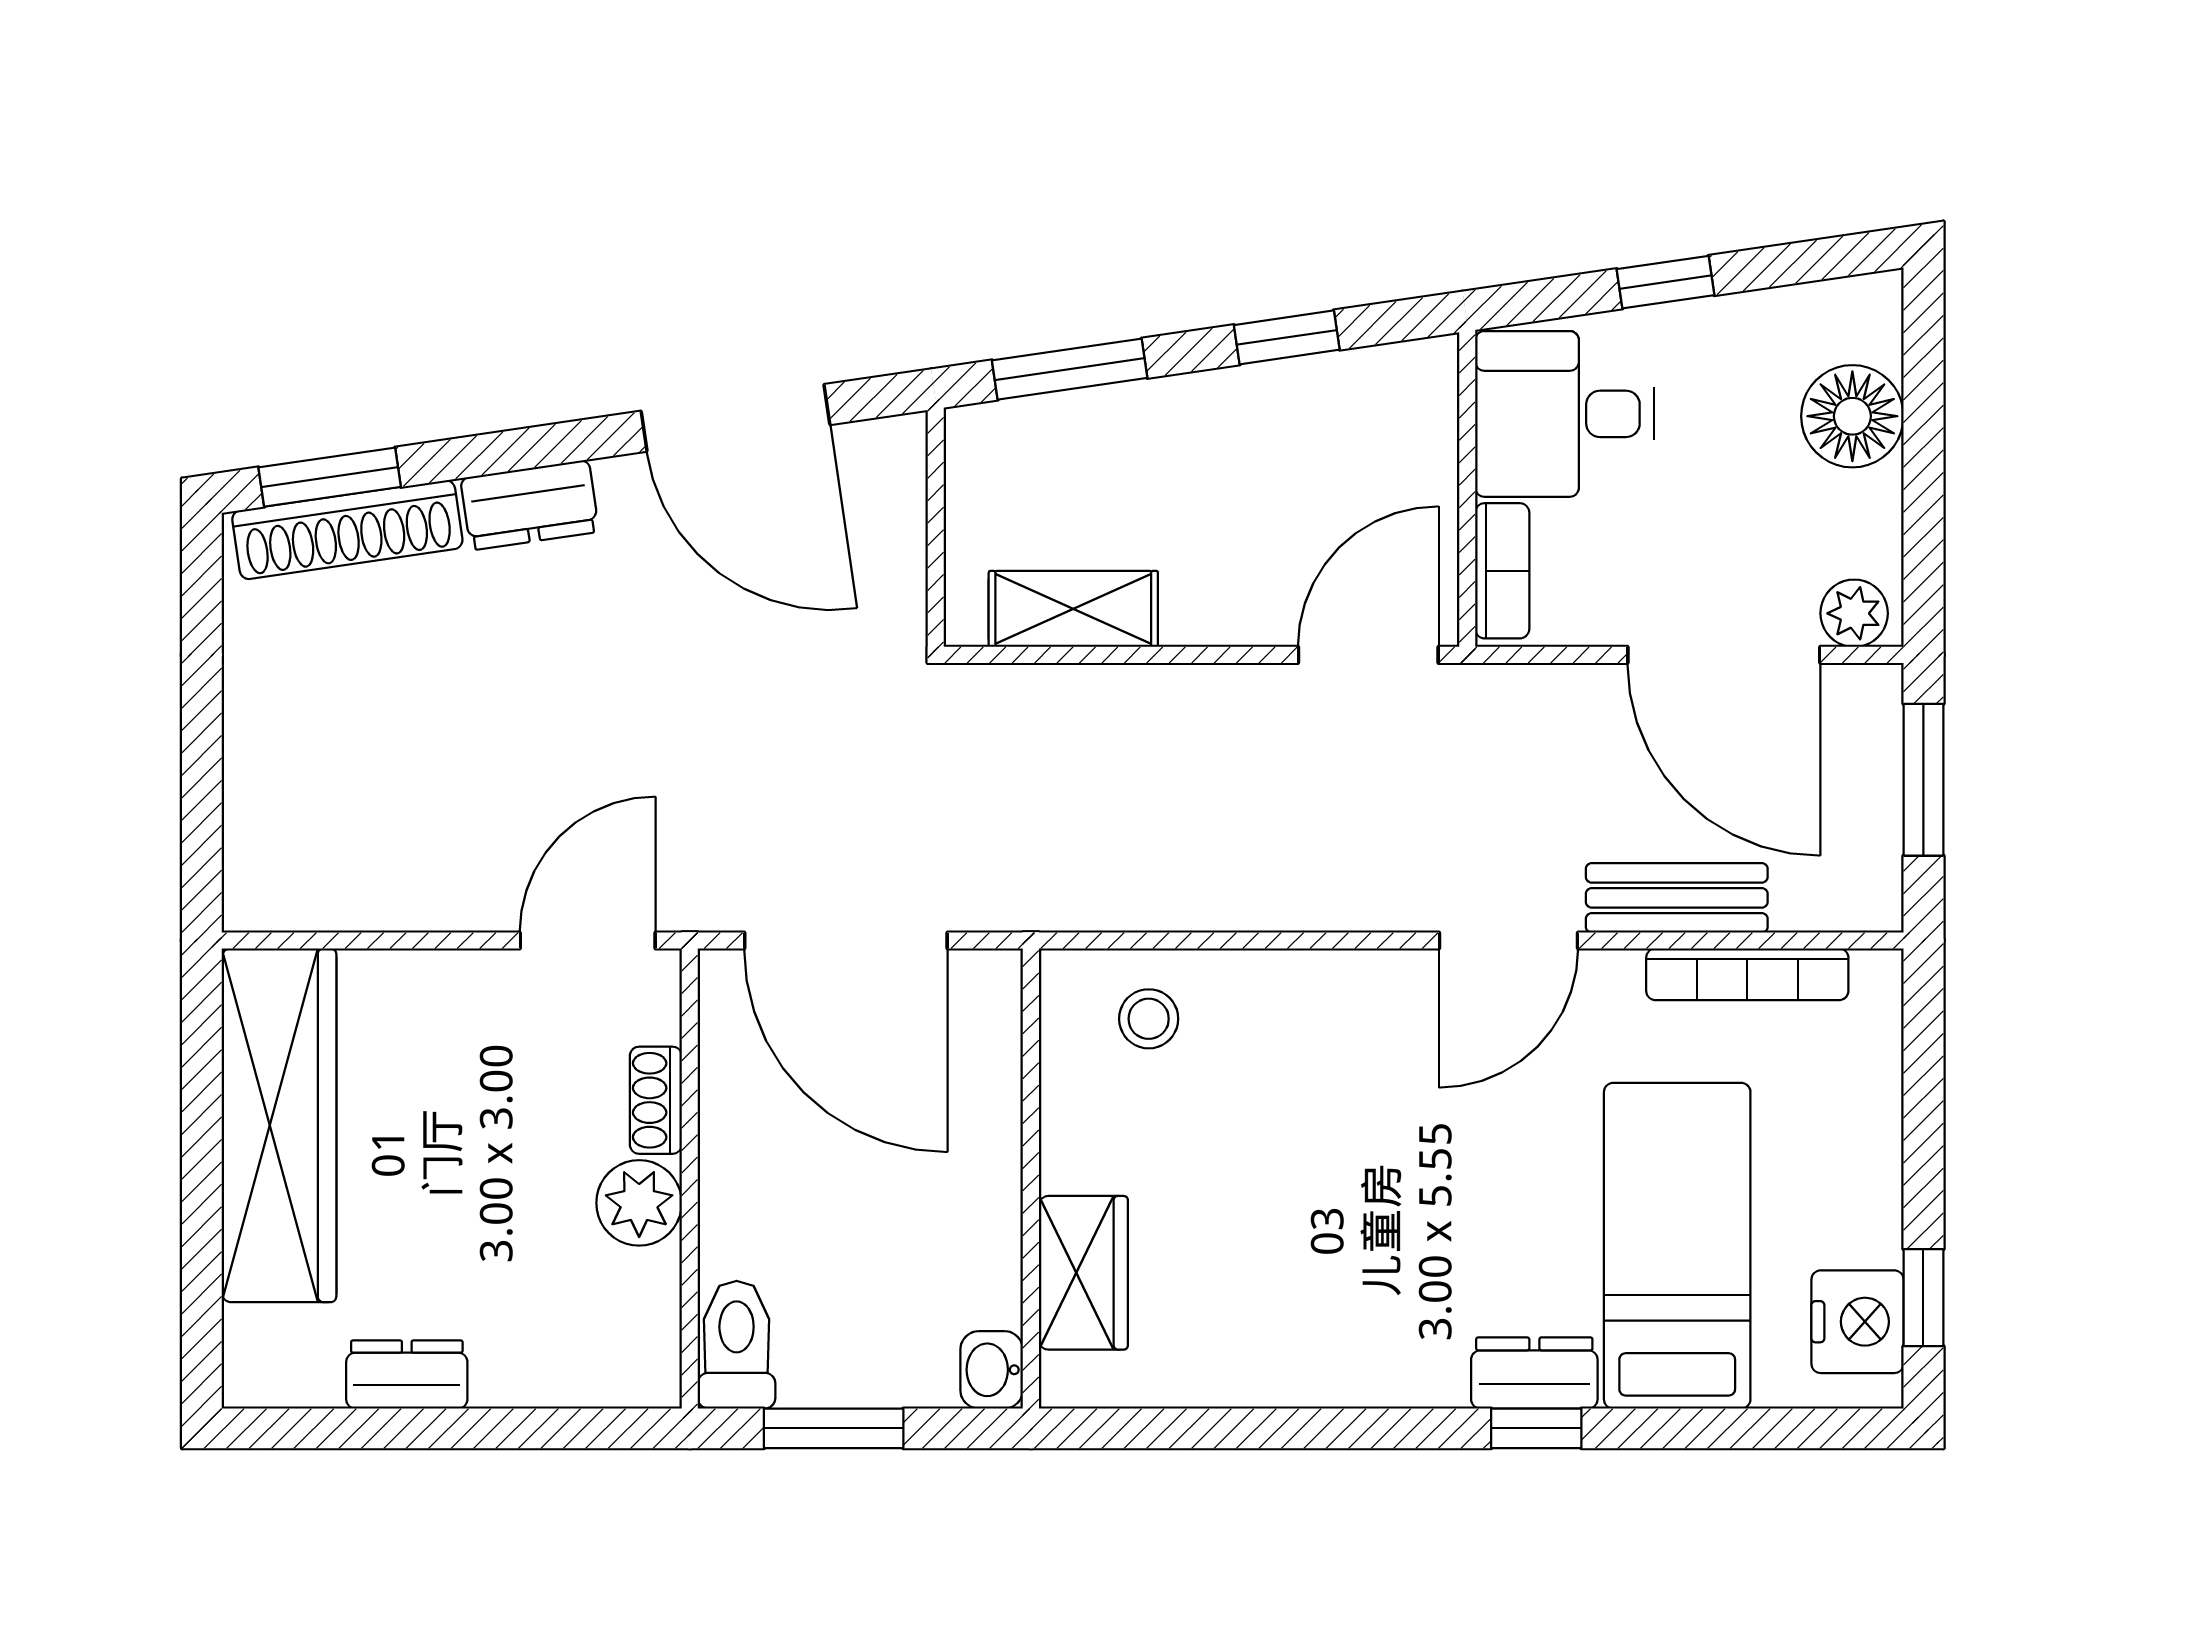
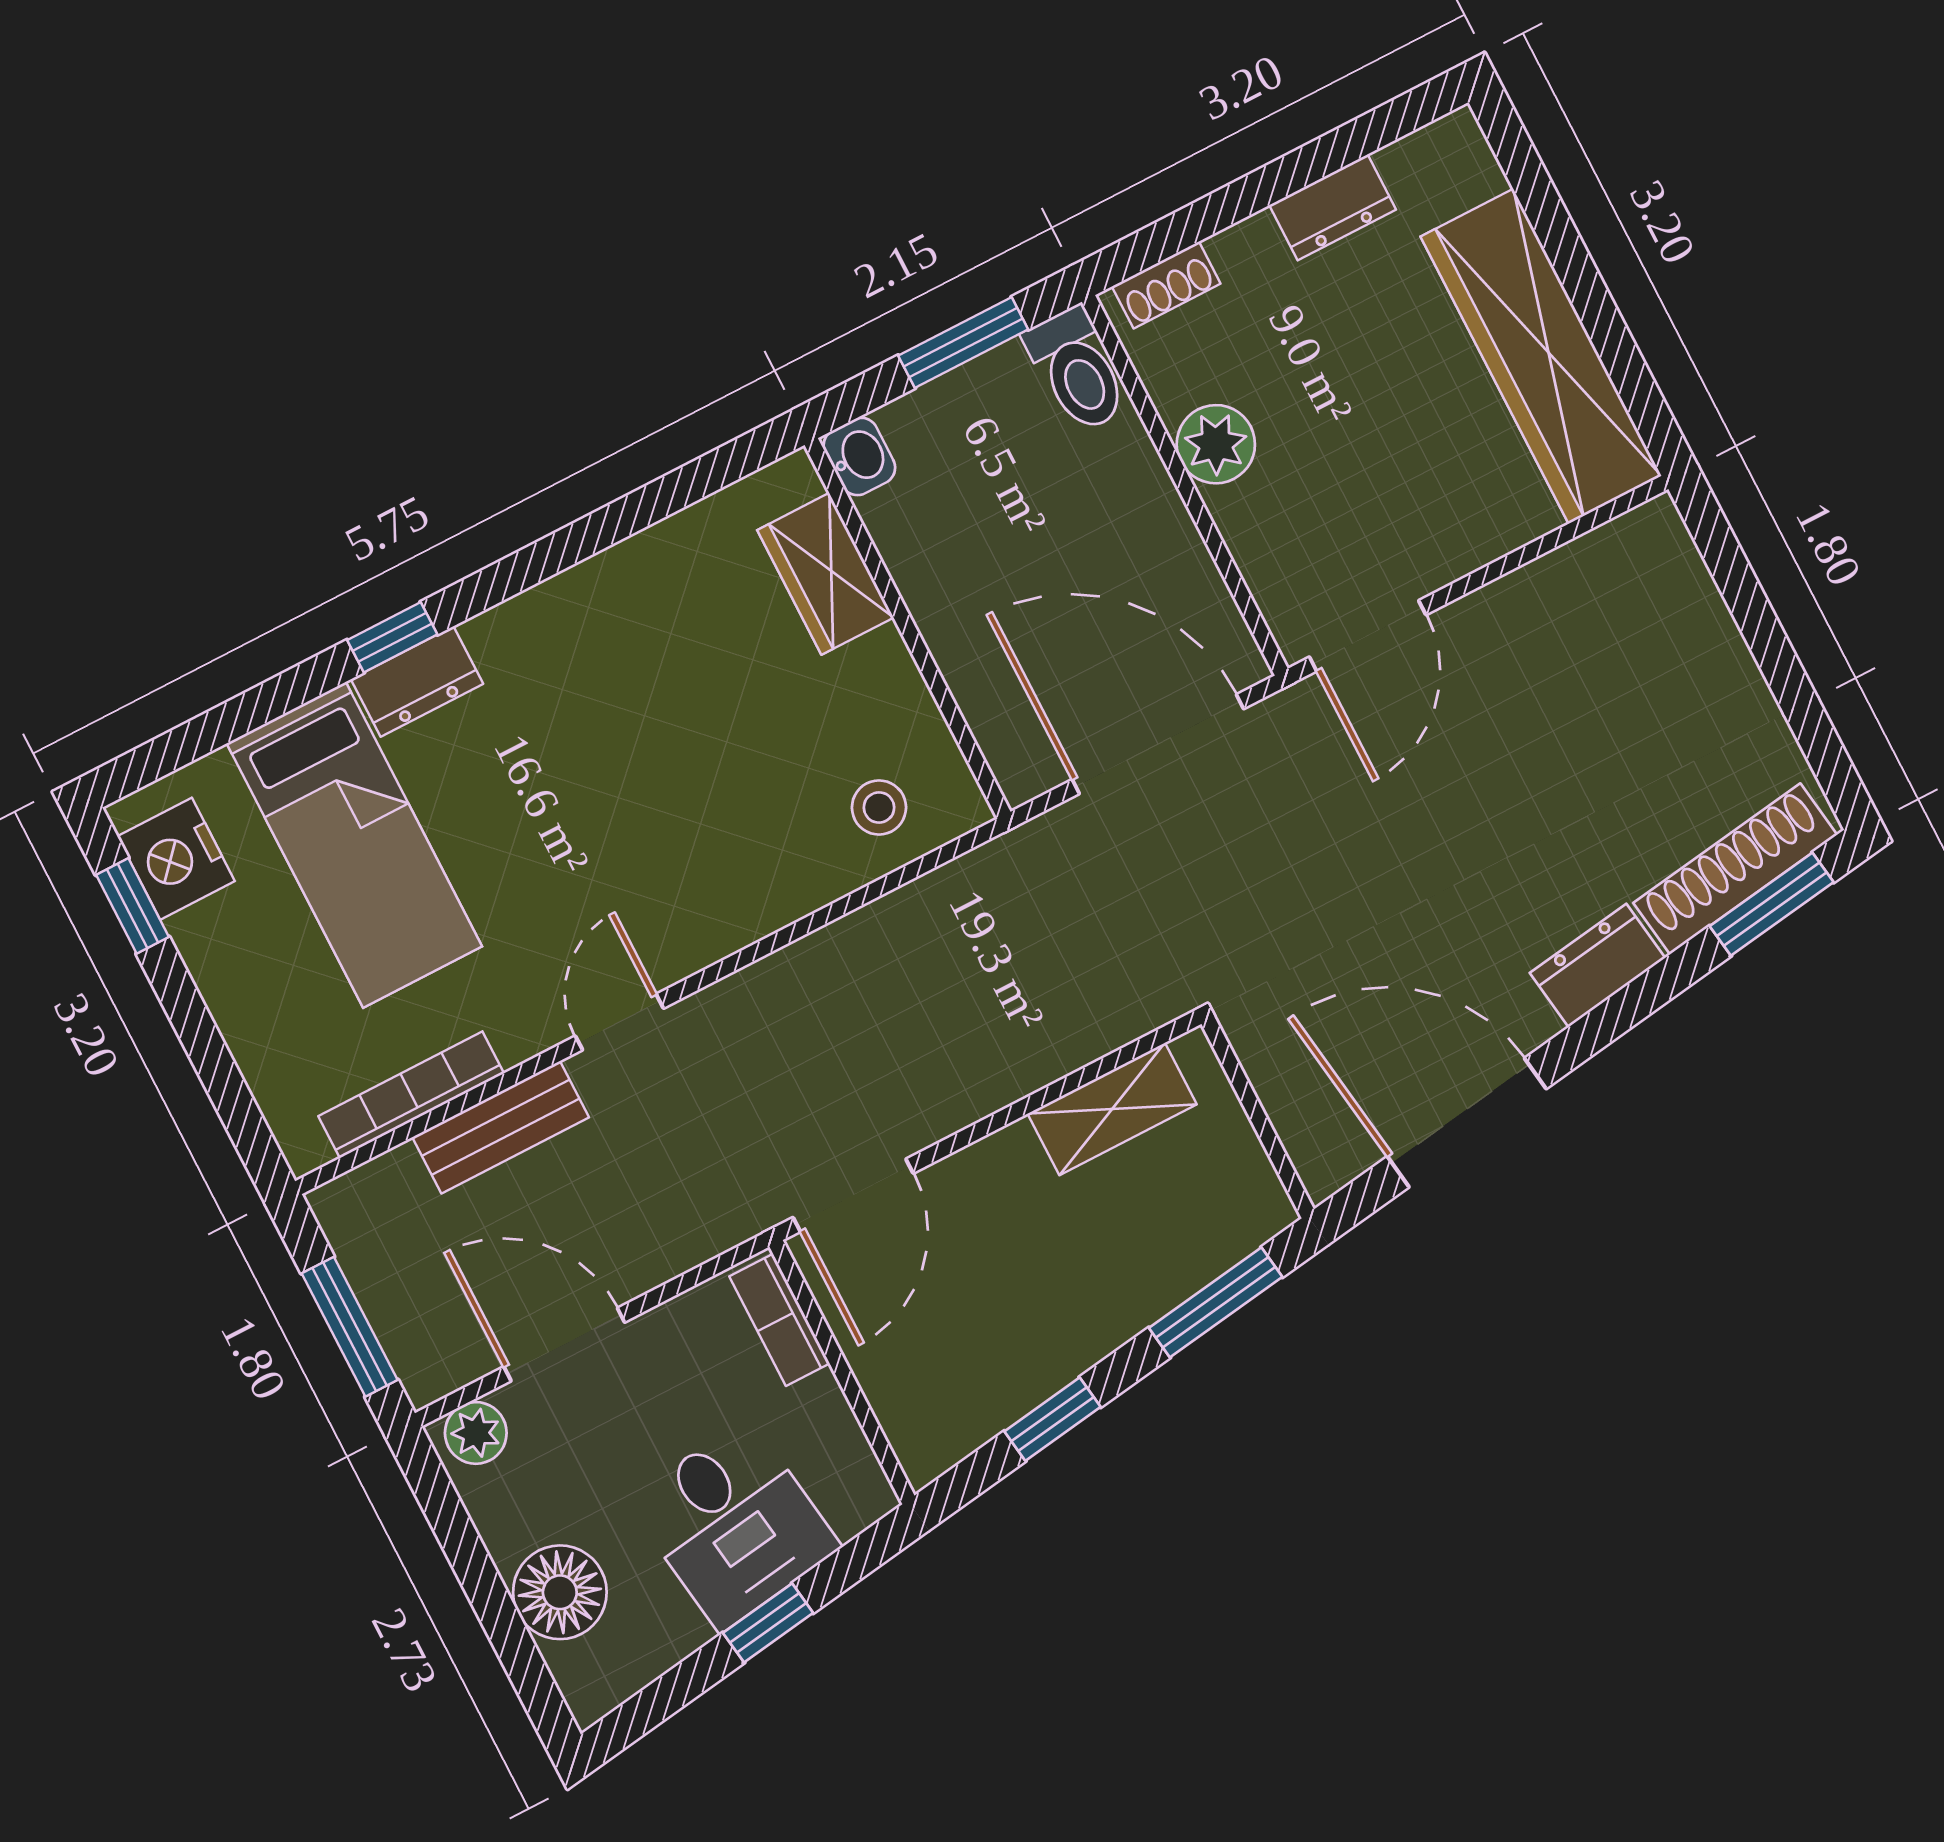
desk: (1565, 414) -> (734, 1524), moved, turned 82
door: (1724, 655) -> (564, 1344), width x0.73
door: (1508, 941) -> (619, 1022), width x0.73
shoe rack: (656, 1100) -> (1166, 285), moved, turned 90

